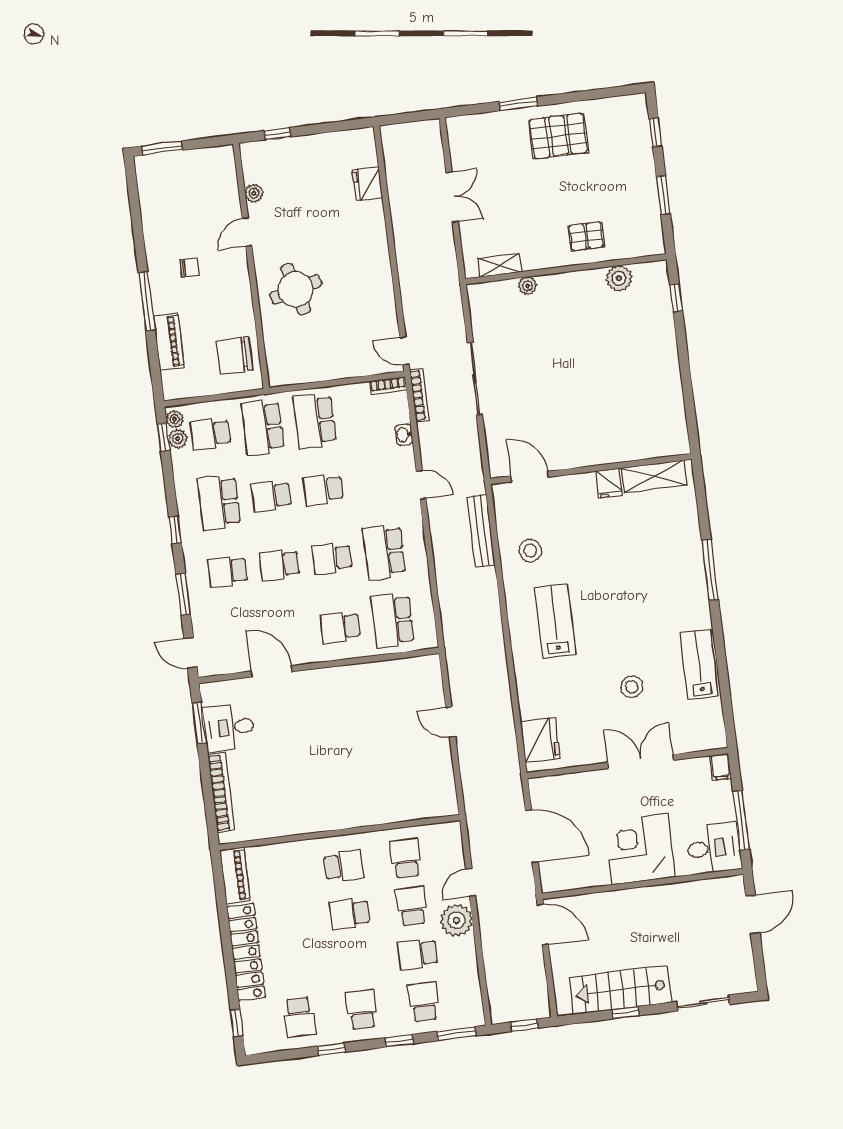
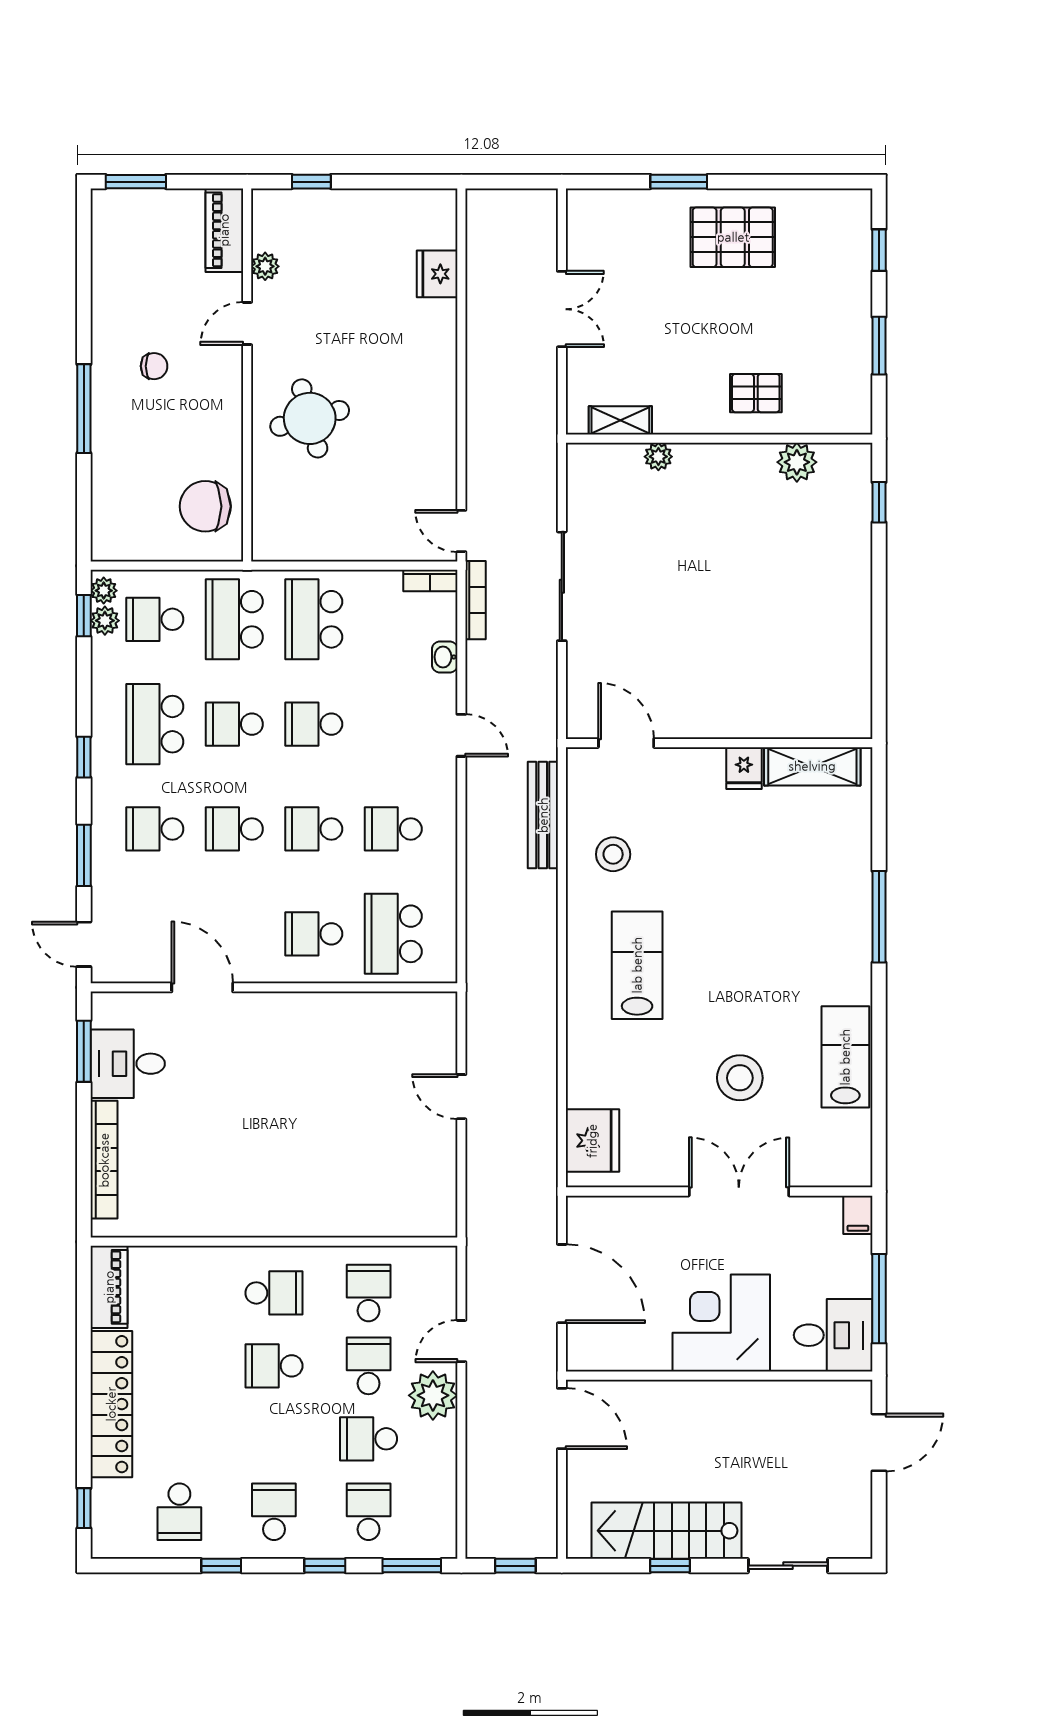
piano: (169, 342) -> (224, 230), moved, turned 180
school desk: (384, 552) -> (393, 829), width x0.54
stool: (632, 687) -> (740, 1078), width x1.38, depth x1.38

